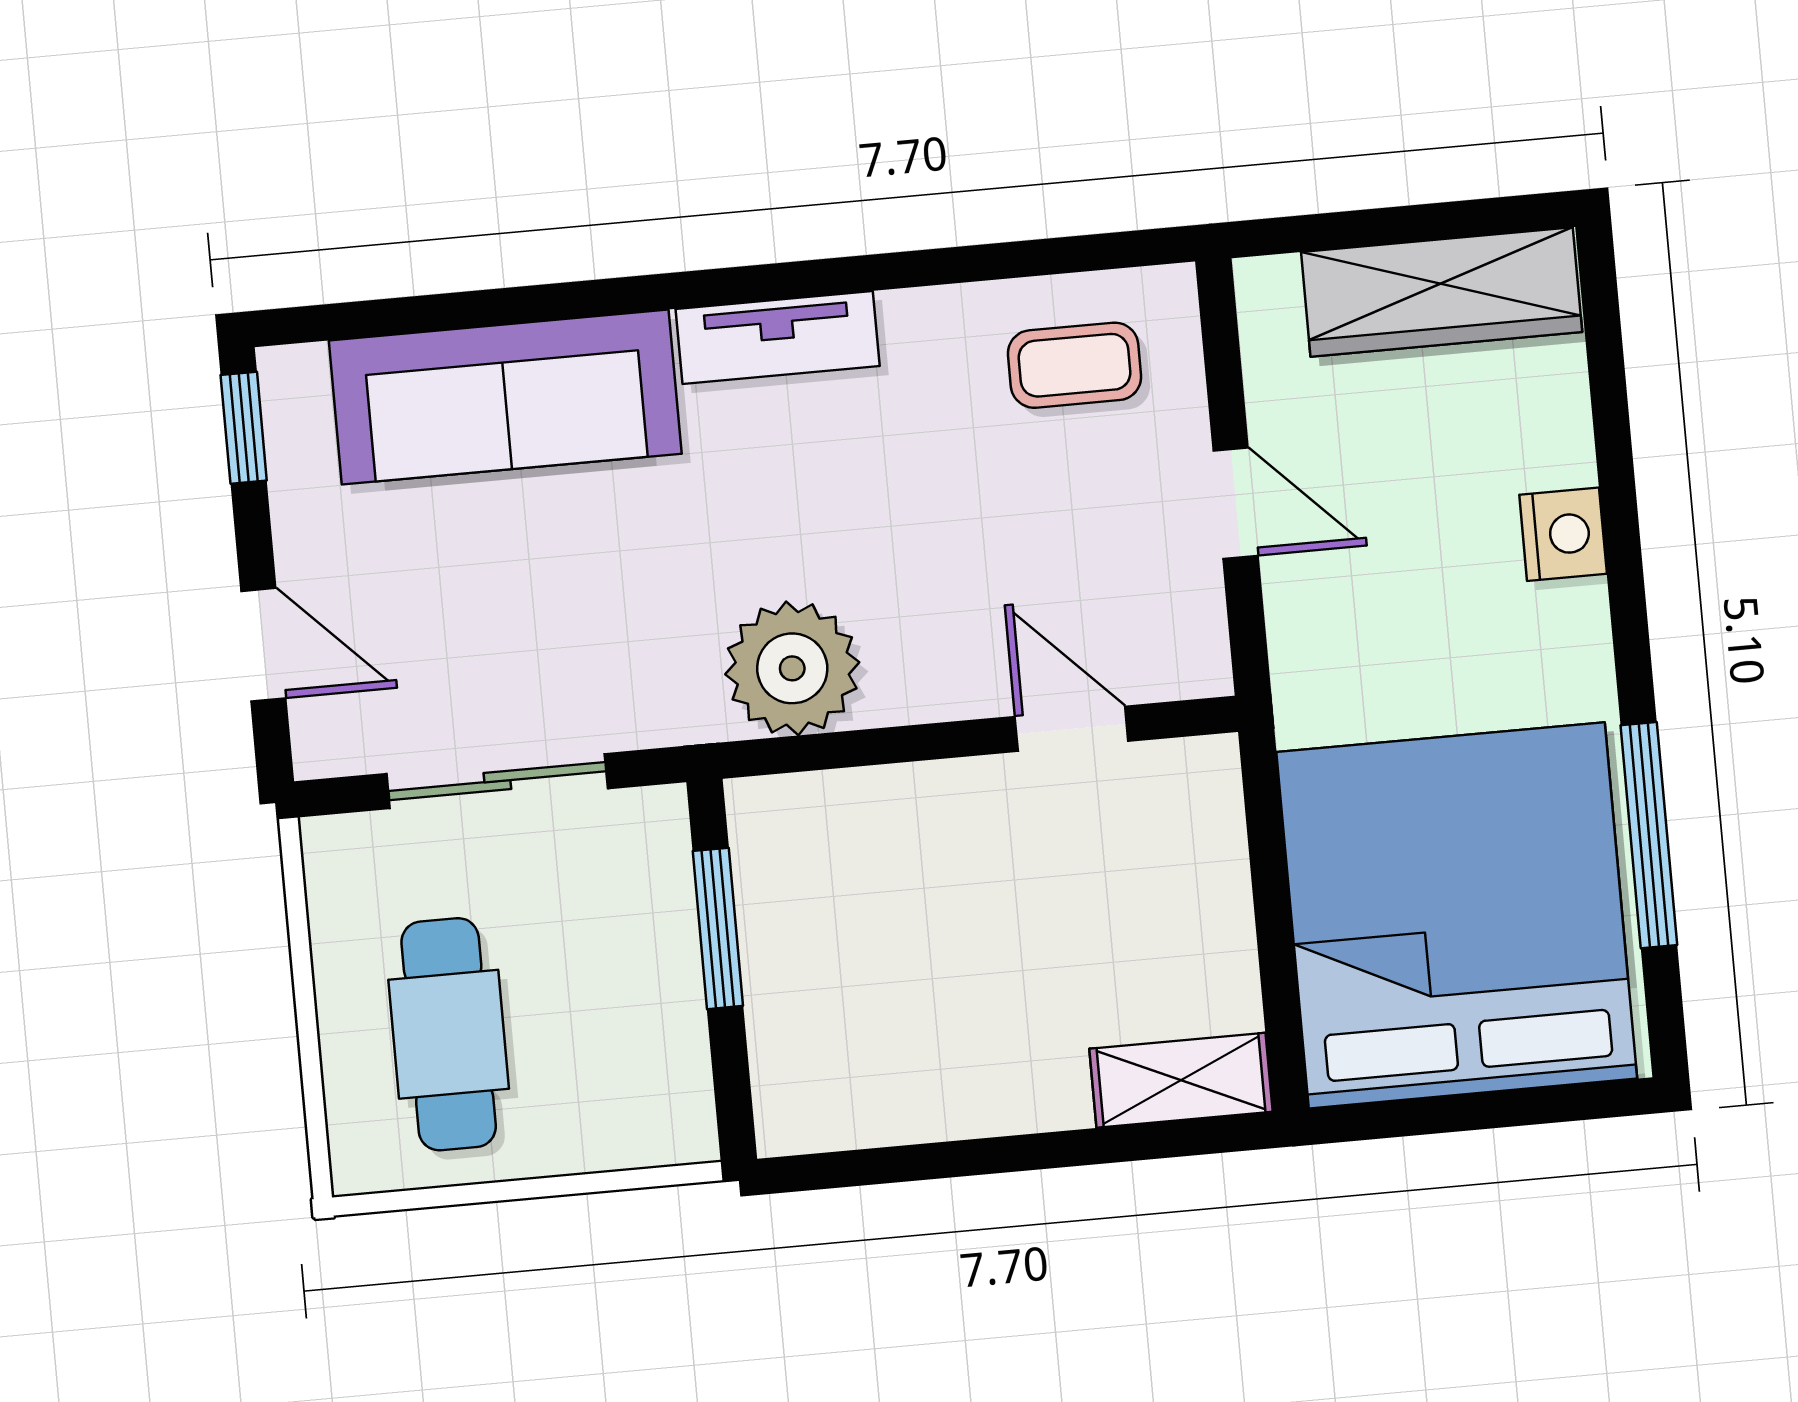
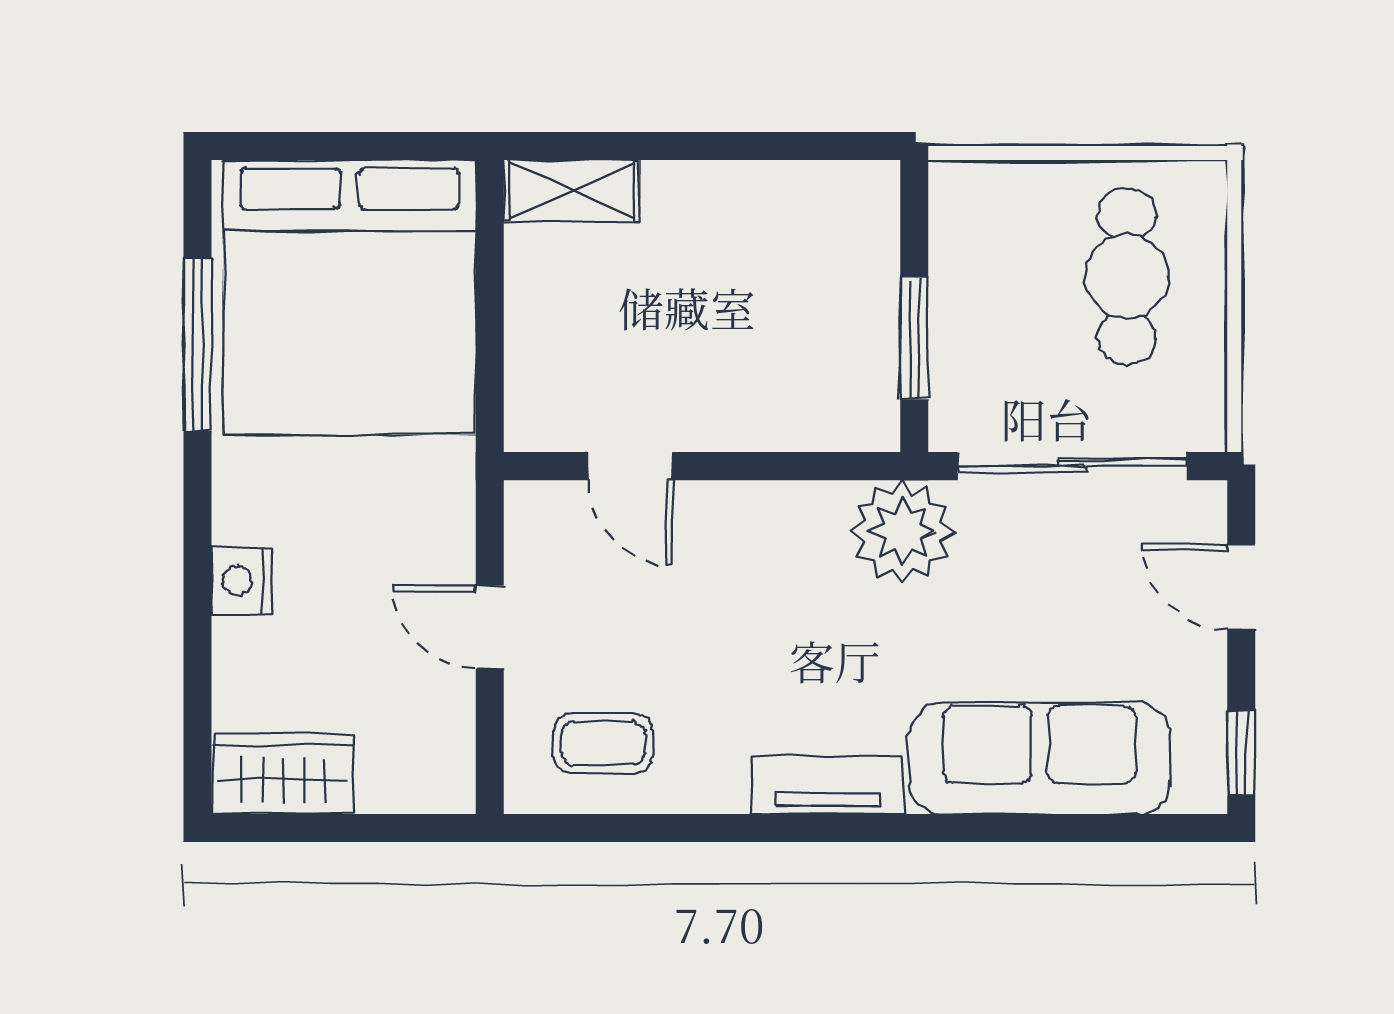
wardrobe: (1442, 292) -> (283, 774), width x0.67
plant: (792, 668) -> (902, 532), moved
sliding door: (497, 781) -> (1072, 466), width x1.37

